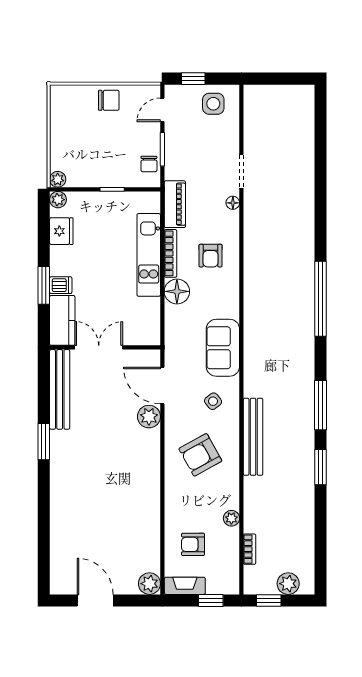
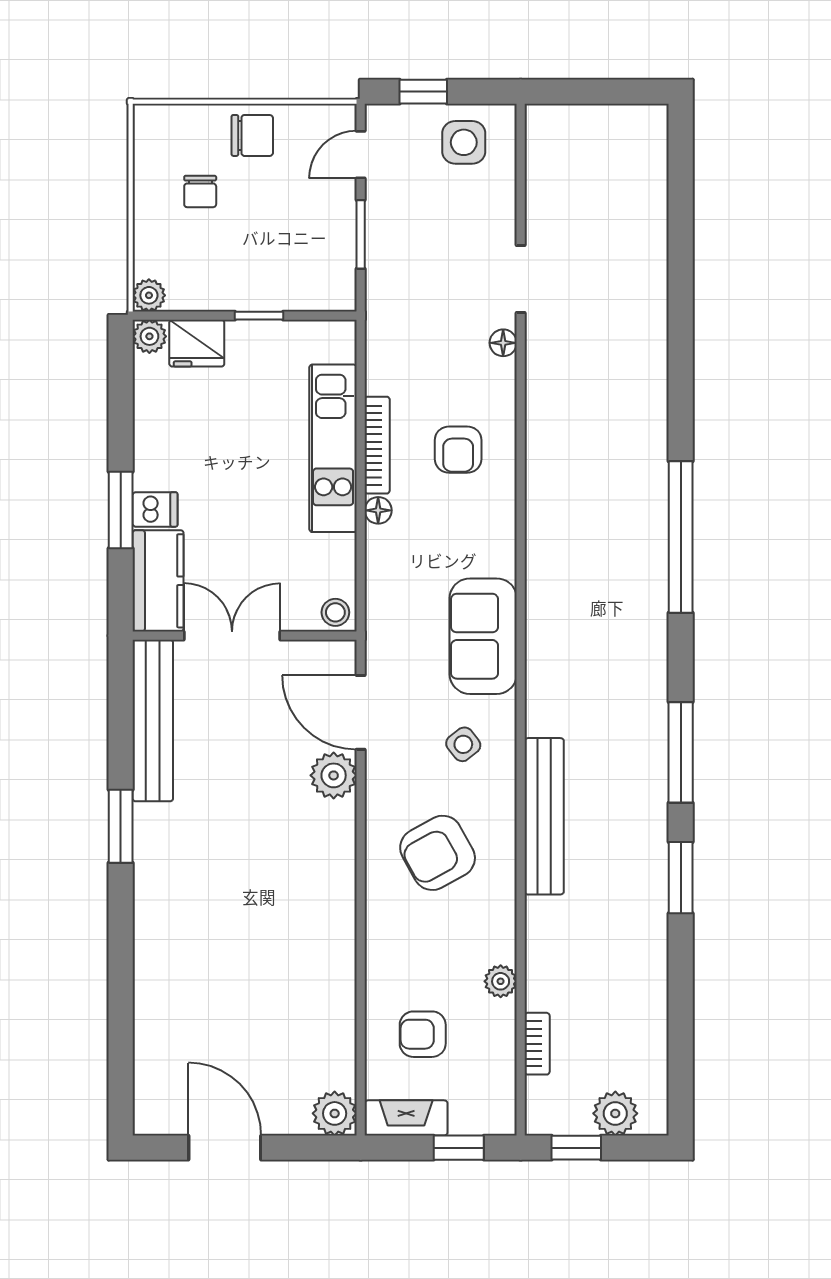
chair: (149, 164) -> (200, 192), moved
piano: (175, 204) -> (386, 346), removed
fridge: (61, 231) -> (197, 343), moved, turned 90
floor lamp: (177, 291) -> (378, 510), width x0.53, depth x0.53
stool: (150, 336) -> (335, 612), added

